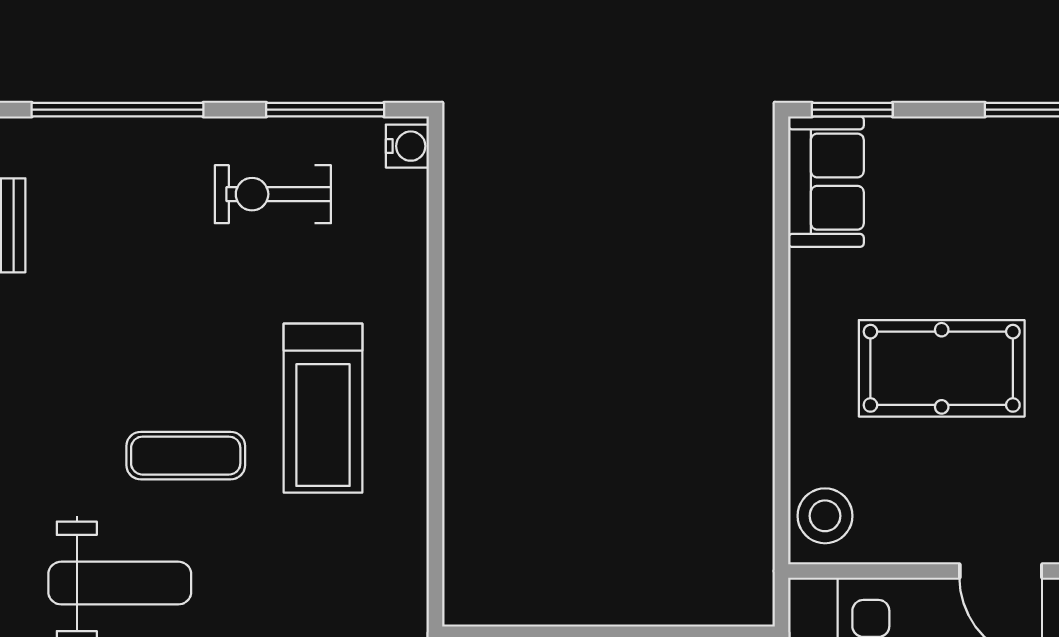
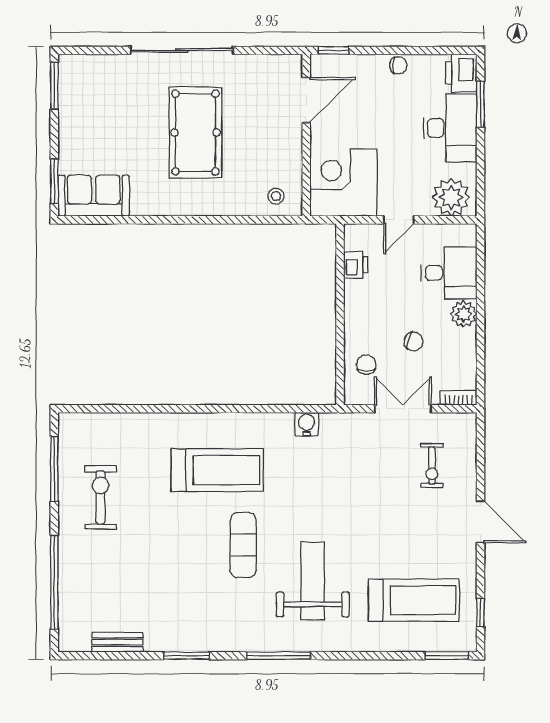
water cooler: (407, 146) -> (307, 424), moved
exercise bike: (273, 194) -> (100, 497), turned 180
stool: (825, 516) -> (276, 196), width x0.53, depth x0.53

